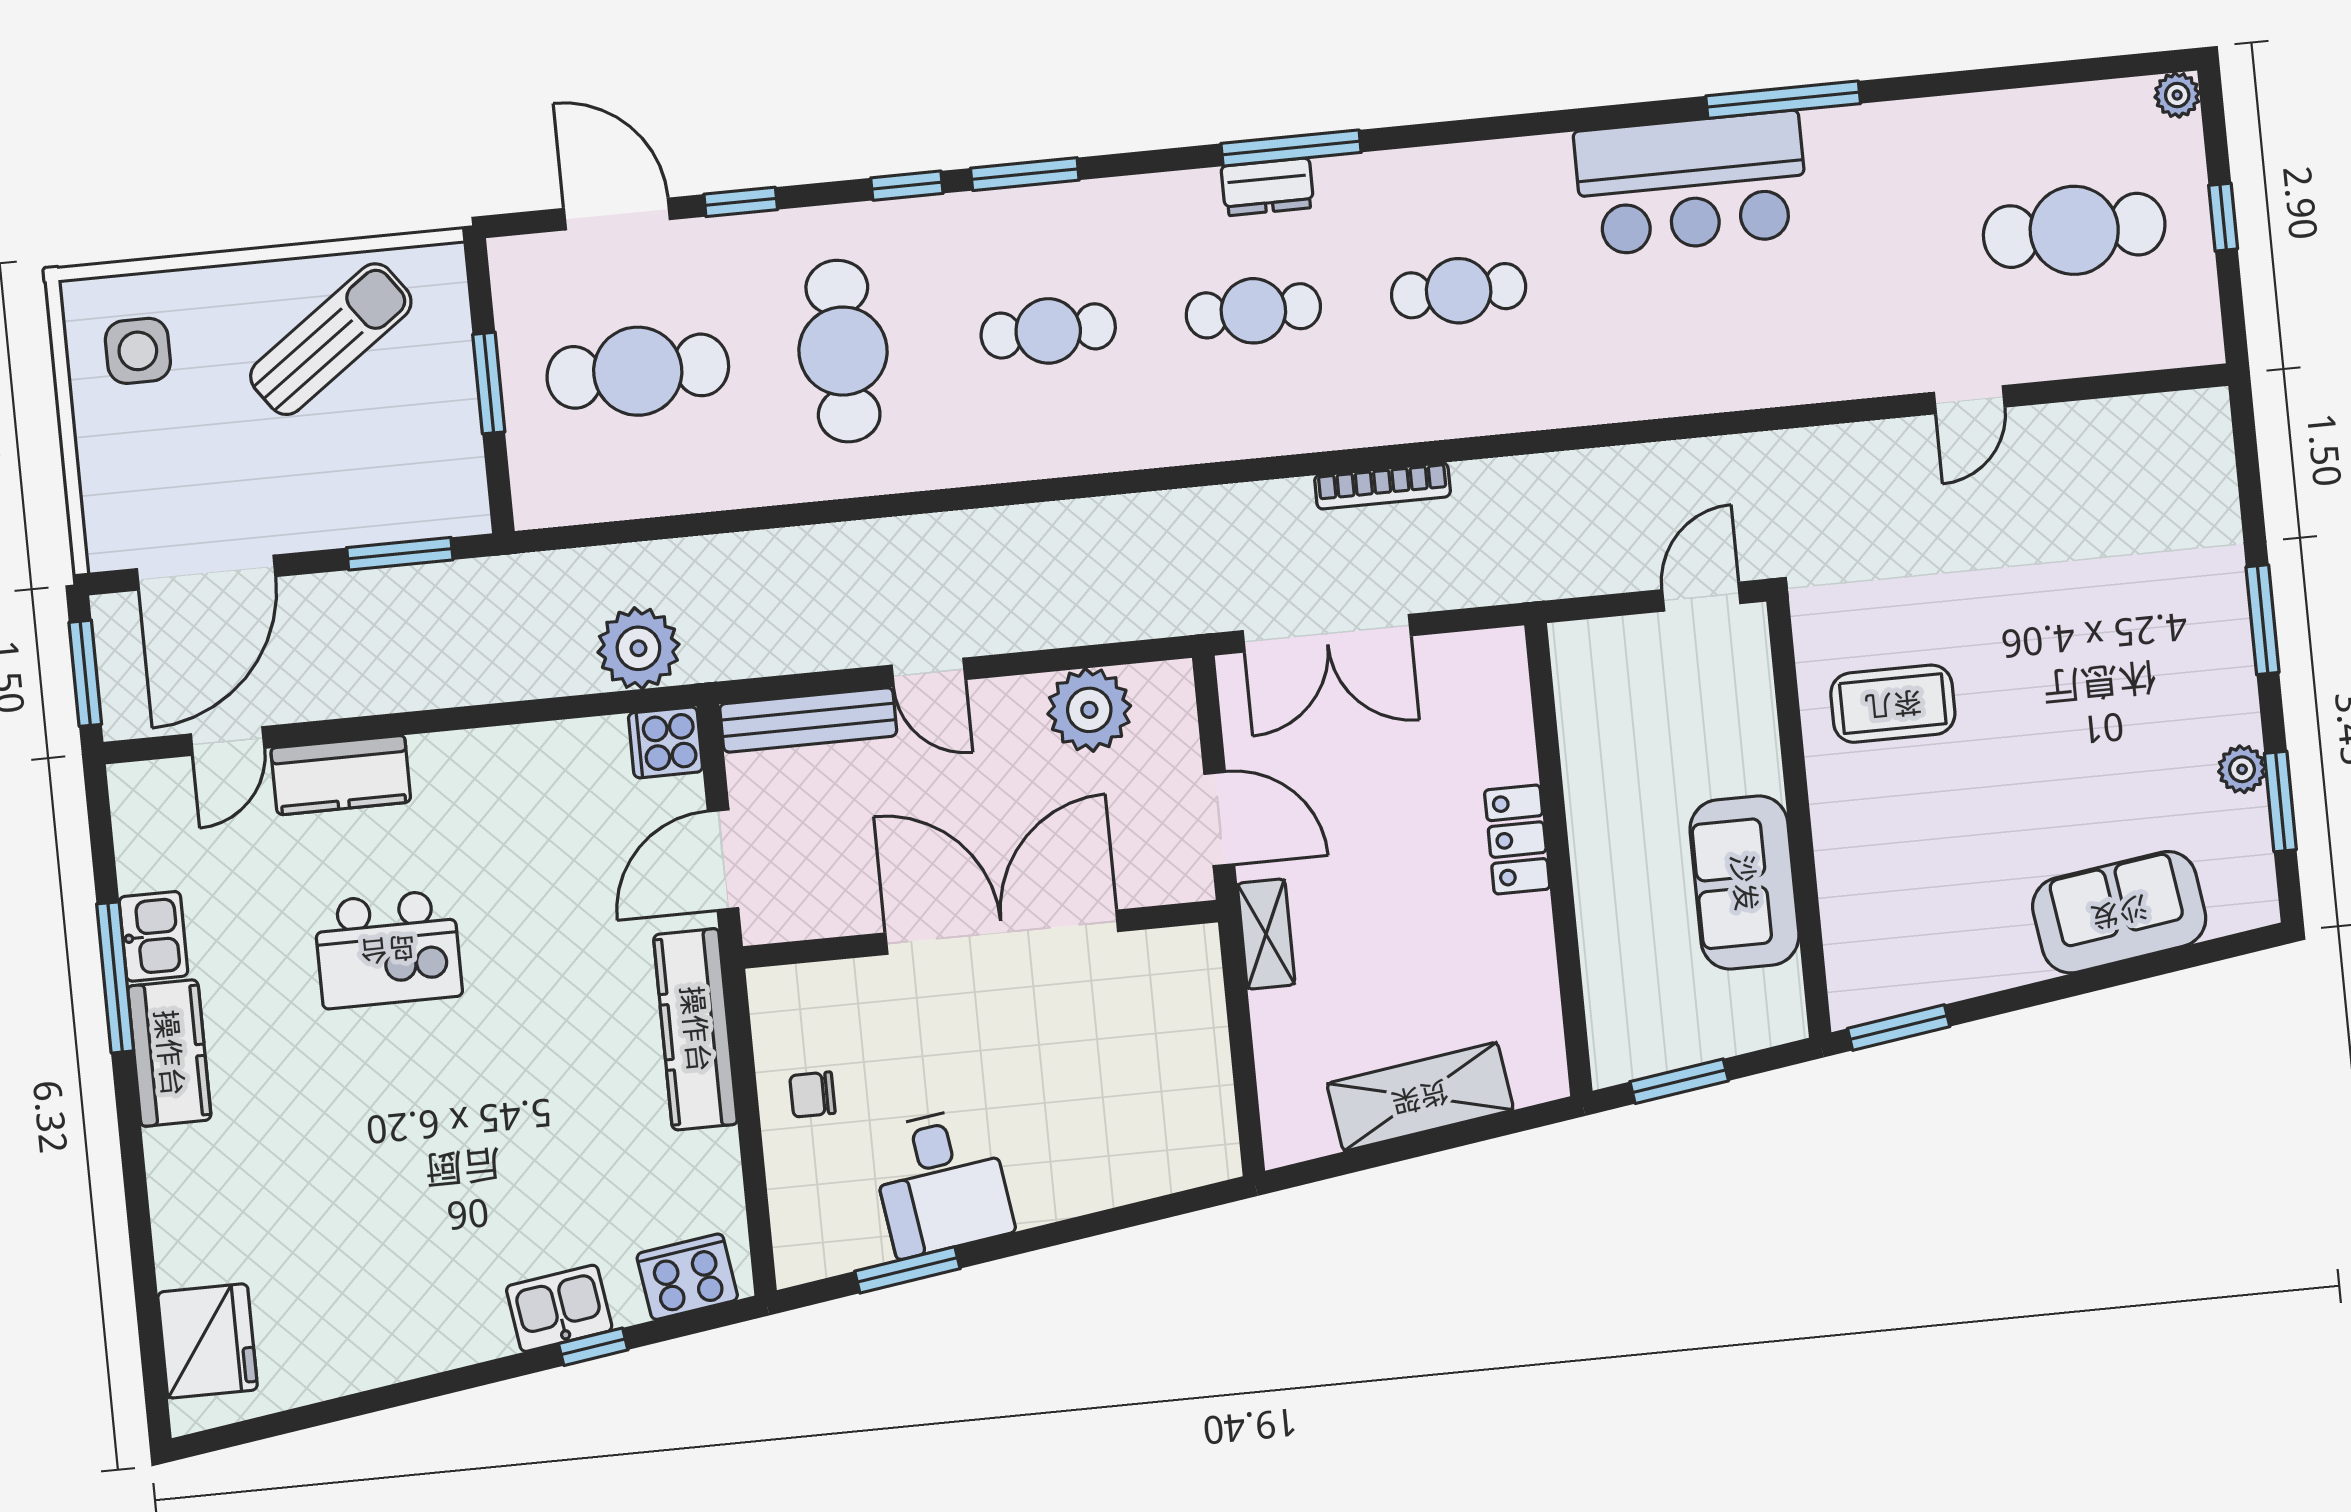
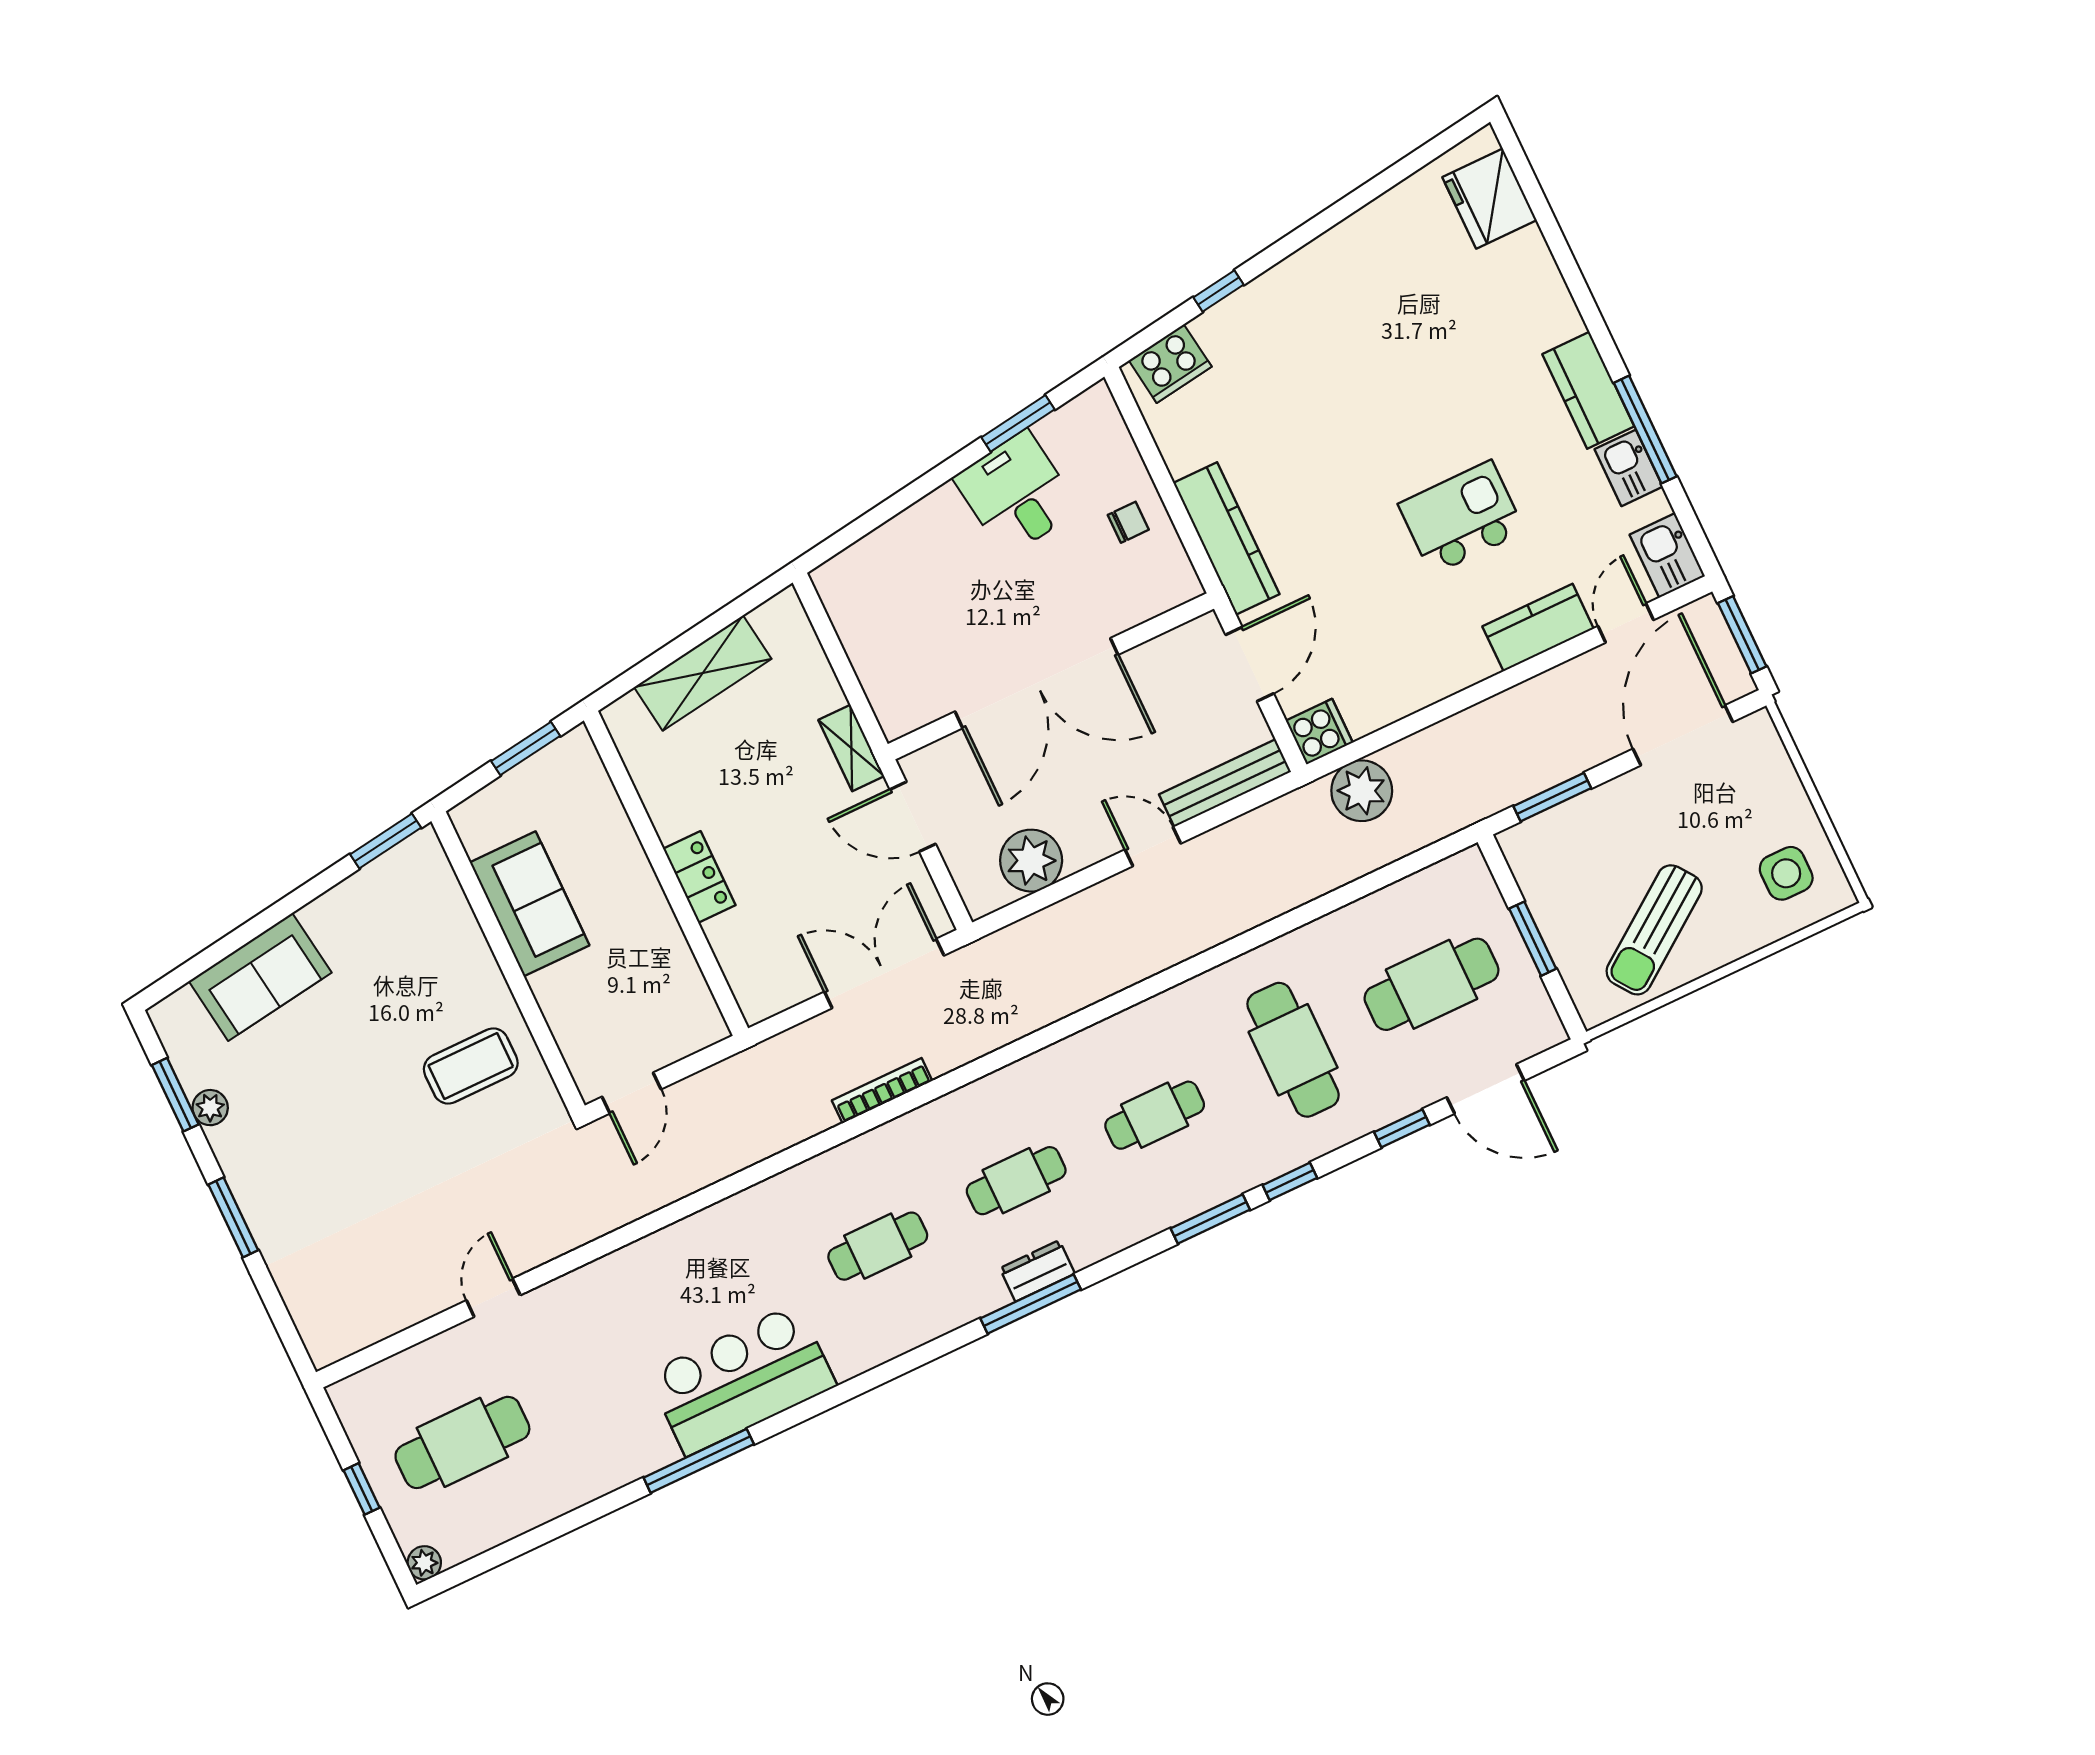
kitchen sink: (559, 1308) -> (1667, 555), moved, turned 98

